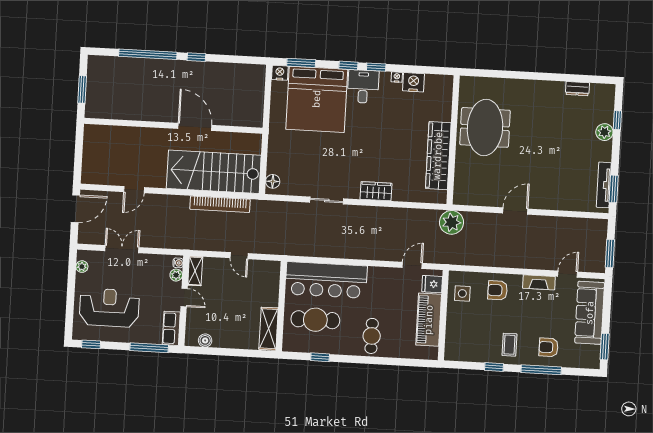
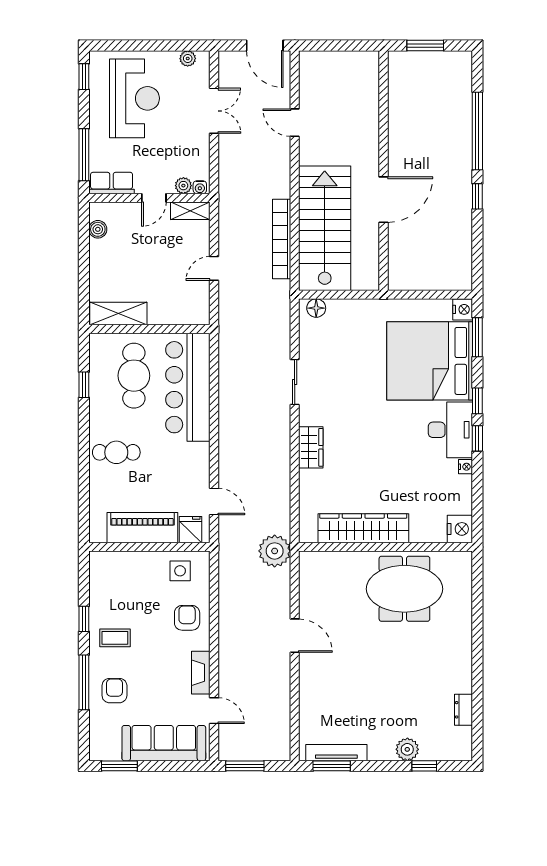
nightstand: (414, 82) -> (460, 529), moved
desk: (363, 87) -> (450, 430), width x1.37

